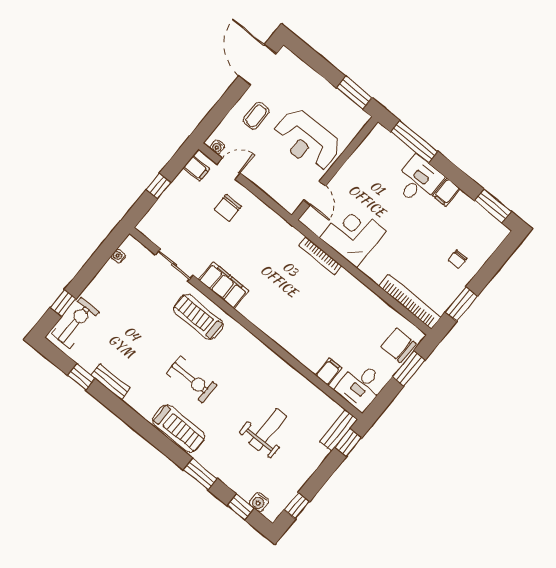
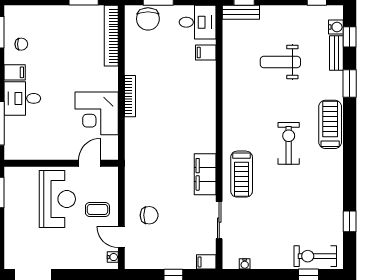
coffee table: (256, 116) -> (97, 209), moved
filing cabinet: (196, 168) -> (206, 262), moved, turned -90
bookcase: (320, 256) -> (130, 96), moved
chair: (458, 259) -> (21, 44), moved
bench: (110, 382) -> (336, 53), moved

